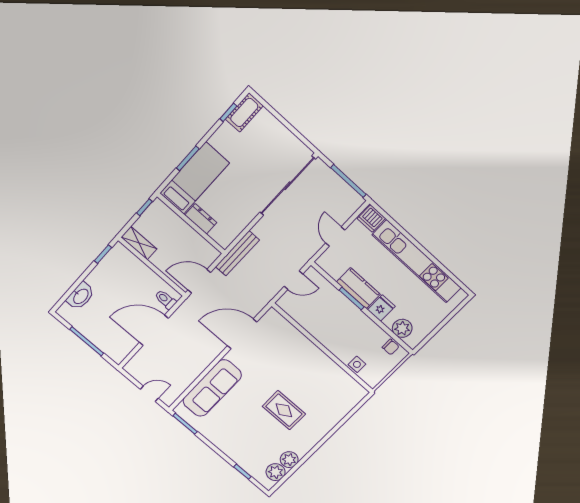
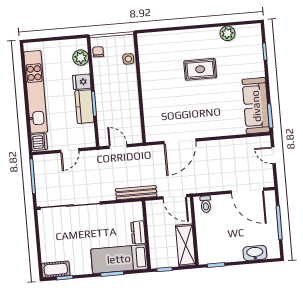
shelving: (139, 243) -> (186, 245), width x1.50, depth x1.33
door: (154, 330) -> (247, 191), moved
door: (242, 334) -> (180, 141), hinge flipped
sofa: (212, 388) -> (256, 106), moved, turned -90
rug: (284, 410) -> (200, 69), turned 90
plant: (276, 472) -> (244, 32), removed

